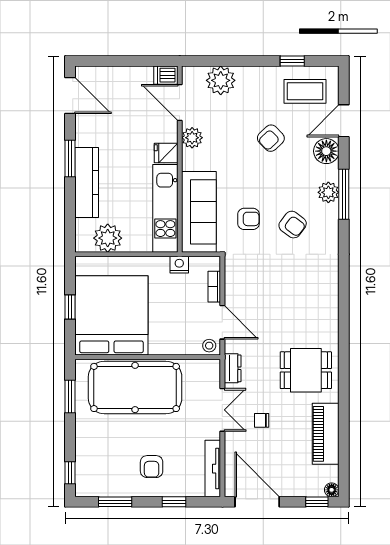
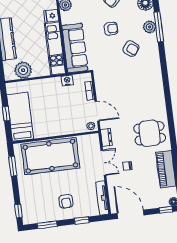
armchair: (249, 219) -> (111, 29), moved
bed: (111, 315) -> (20, 117), width x0.49

